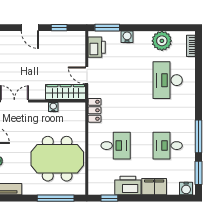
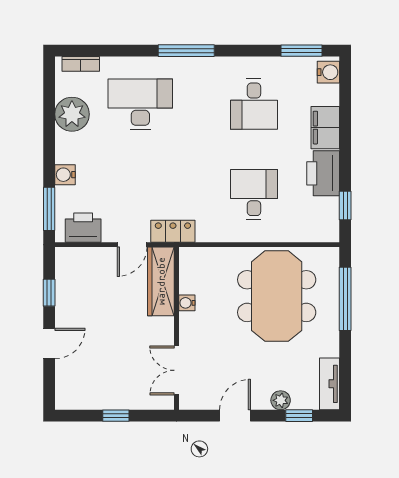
desk: (168, 80) -> (140, 104), turned 180
locker: (95, 110) -> (173, 231), moved
window: (198, 136) -> (186, 51), moved

